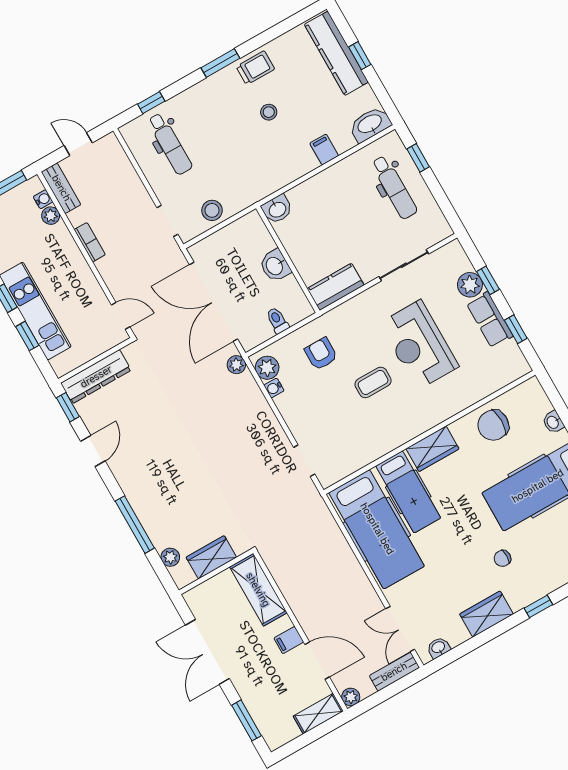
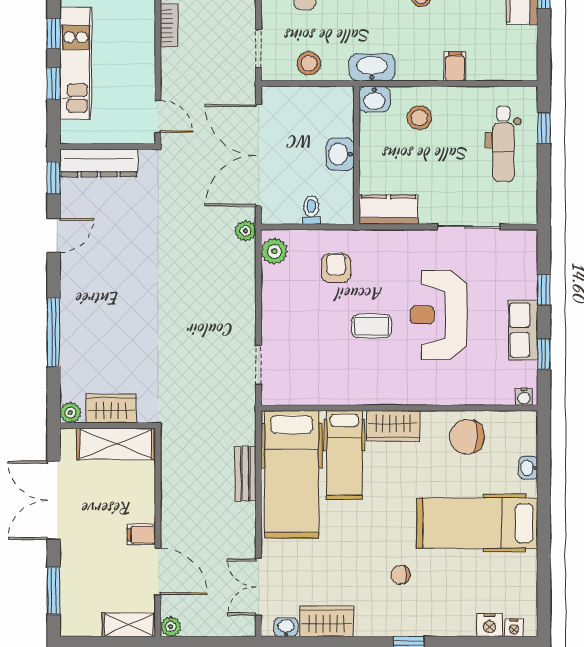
washbasin: (370, 124) -> (372, 67), moved
stool: (319, 204) -> (419, 118), added
plant: (470, 285) -> (523, 284), removed
water cooler: (274, 388) -> (524, 397), moved, turned -90
plant: (170, 557) -> (70, 413), moved
shelving: (258, 590) -> (116, 444), moved, turned 90
wardrobe: (487, 614) -> (327, 621), moved
bench: (394, 672) -> (245, 474), moved, turned 90

